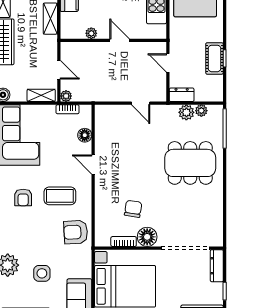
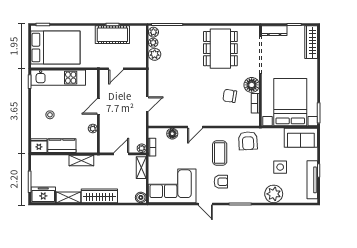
cot: (214, 58) -> (112, 35), width x1.37, depth x1.34
dresser: (182, 95) -> (141, 58), removed
door: (141, 103) -> (147, 104), moved
plant: (215, 111) -> (153, 32), added
dining table: (190, 163) -> (220, 49), moved

